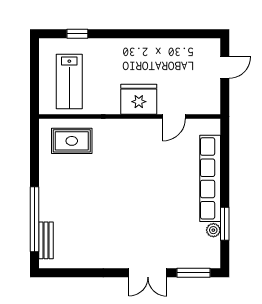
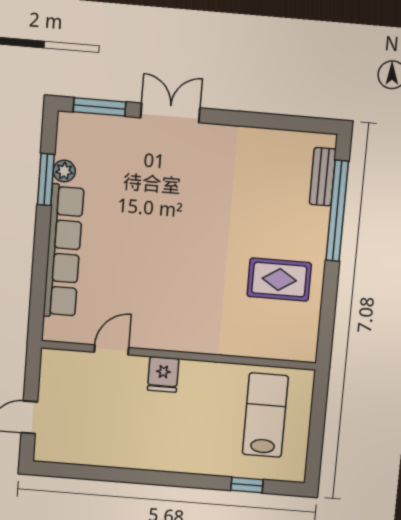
fridge: (139, 99) -> (163, 374), width x0.53, depth x0.75
rug: (72, 141) -> (279, 280), moved

